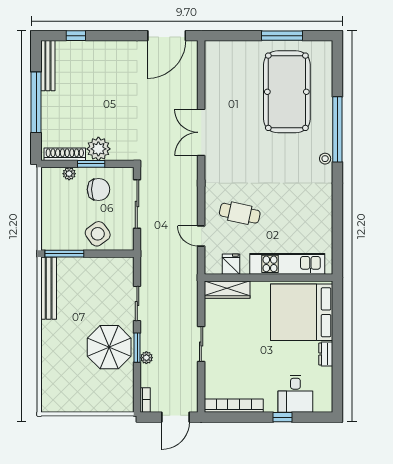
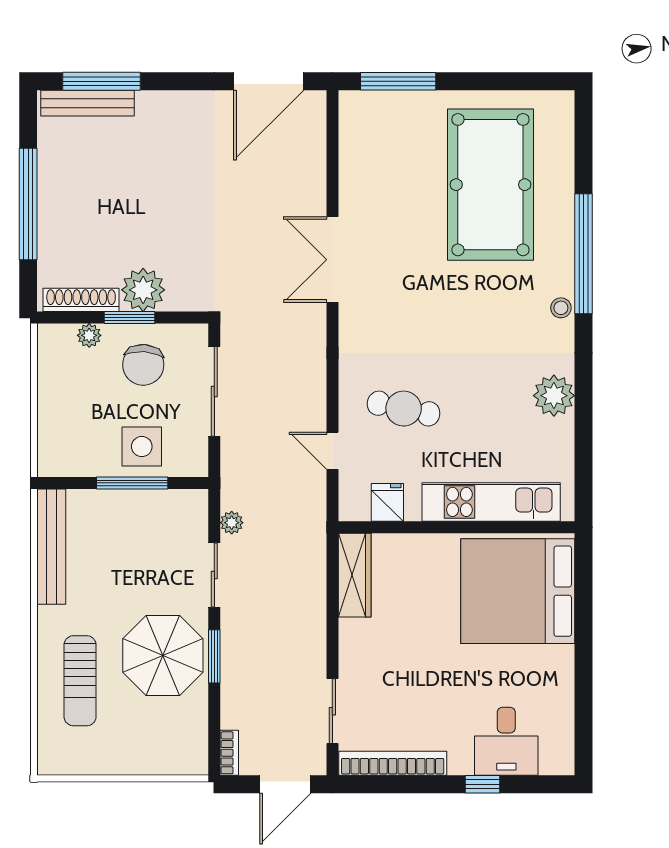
window: (76, 36) -> (101, 81), width x2.17
window: (282, 36) -> (398, 81), moved
bench: (48, 66) -> (88, 103), moved, turned 90
chair: (98, 189) -> (143, 365), turned 94
plant: (321, 206) -> (554, 396), added
side table: (98, 234) -> (142, 447), turned 36
window: (64, 254) -> (132, 483), moved
wardrobe: (227, 290) -> (355, 575), moved, turned -90
sliding door: (201, 344) -> (332, 711), moved
dresser: (326, 354) -> (562, 668), removed
plant: (146, 358) -> (232, 523), moved
sun lounger: (64, 361) -> (80, 681), added

